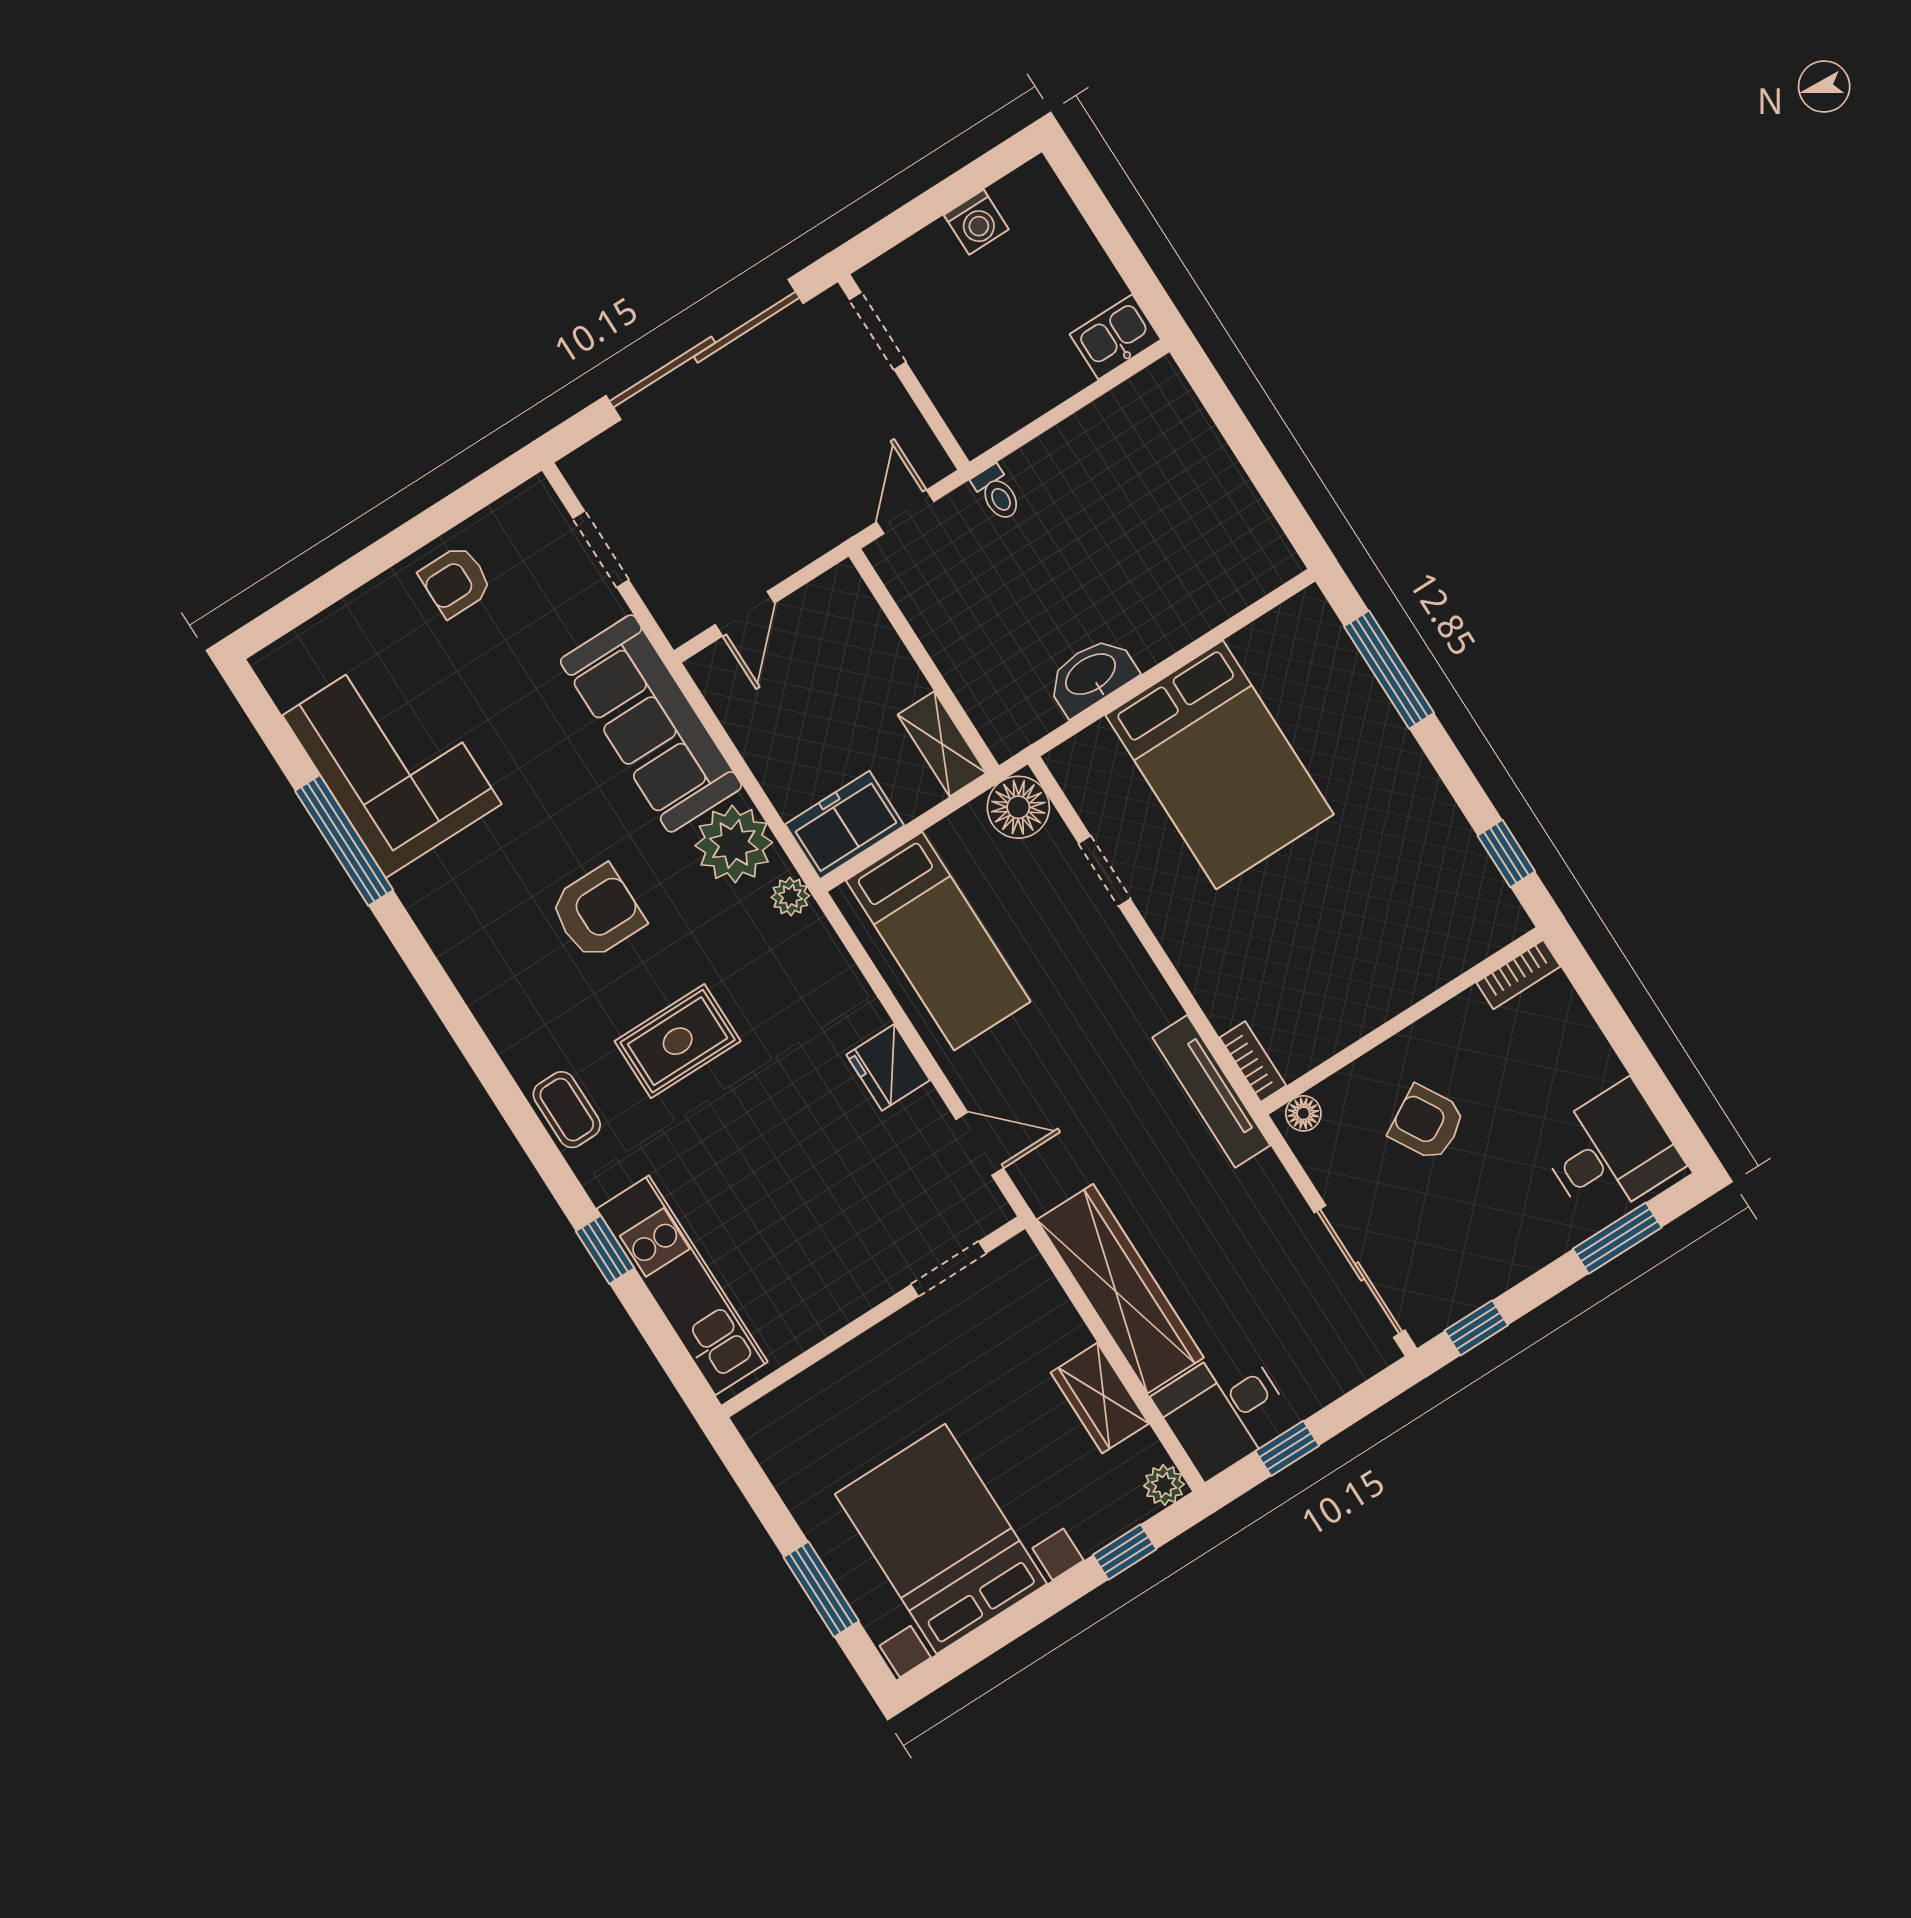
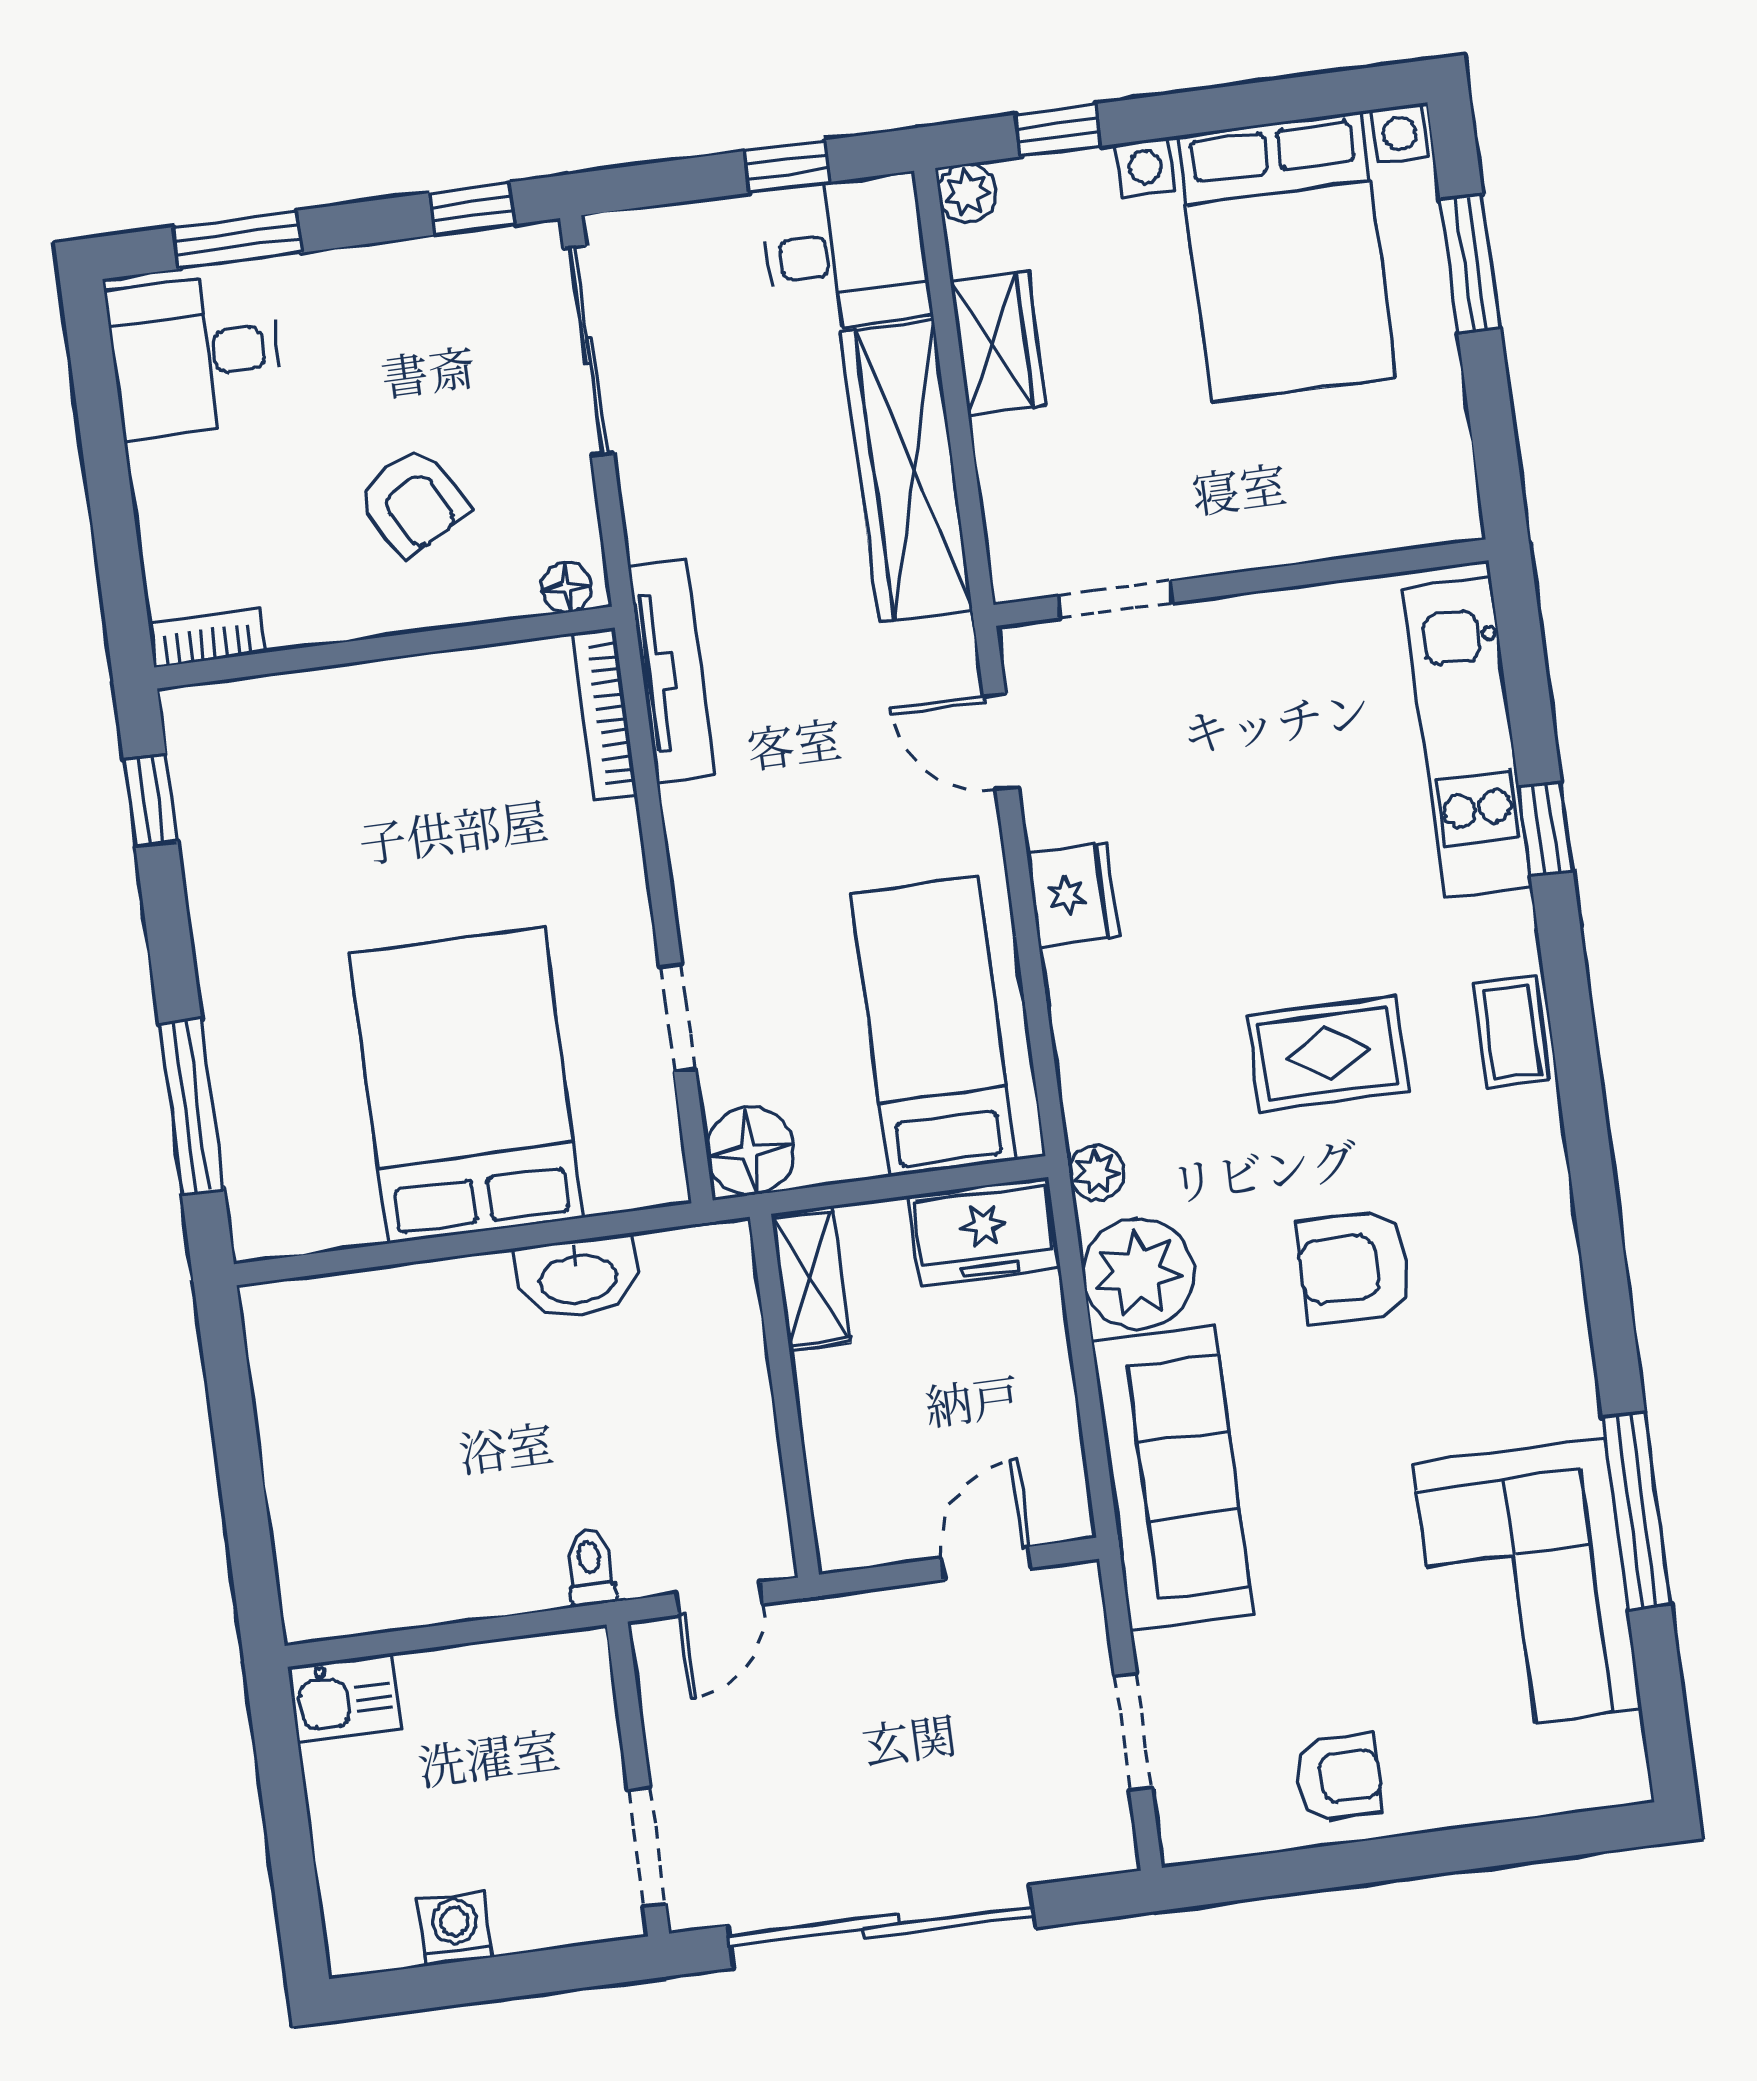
bookcase: (1253, 1062) -> (605, 714), width x1.56

